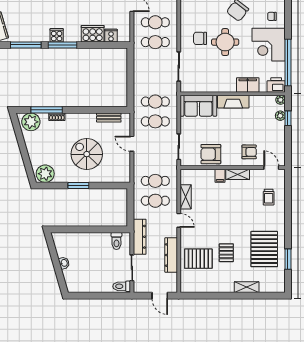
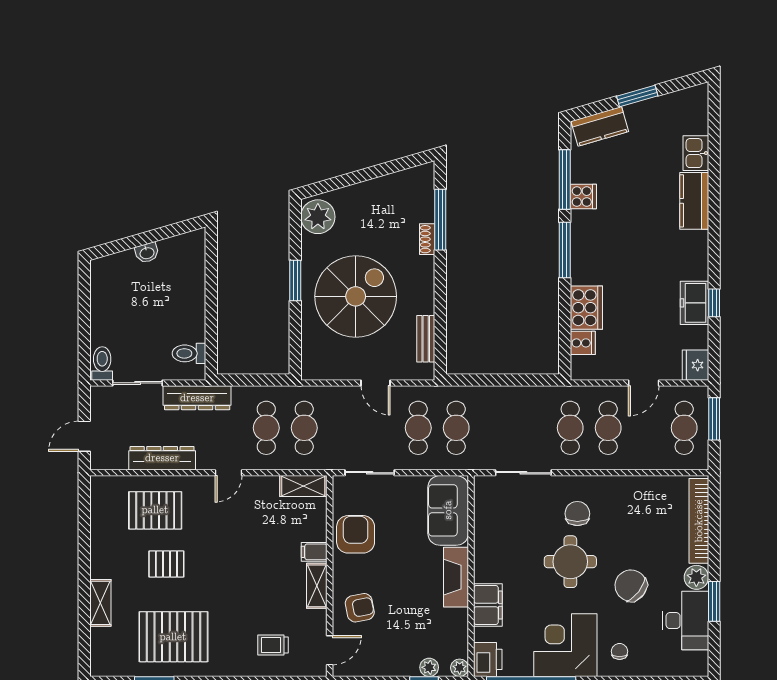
cooker: (57, 35) -> (583, 197), moved
plant: (31, 122) -> (417, 189), removed
door: (132, 144) -> (376, 383), swing flipped
armchair: (249, 152) -> (360, 608), turned -101
spiral stairs: (87, 154) -> (356, 296), width x1.37, depth x1.37
shelving: (186, 197) -> (303, 486), moved
pallet: (198, 259) -> (155, 510), turned 90

